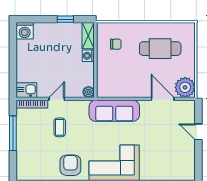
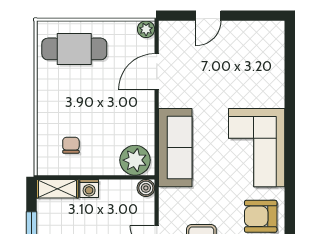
cafe table: (160, 49) -> (74, 49), moved, turned 90
plant: (106, 85) -> (135, 160), added
plant: (185, 87) -> (146, 29), width x0.53, depth x0.53

